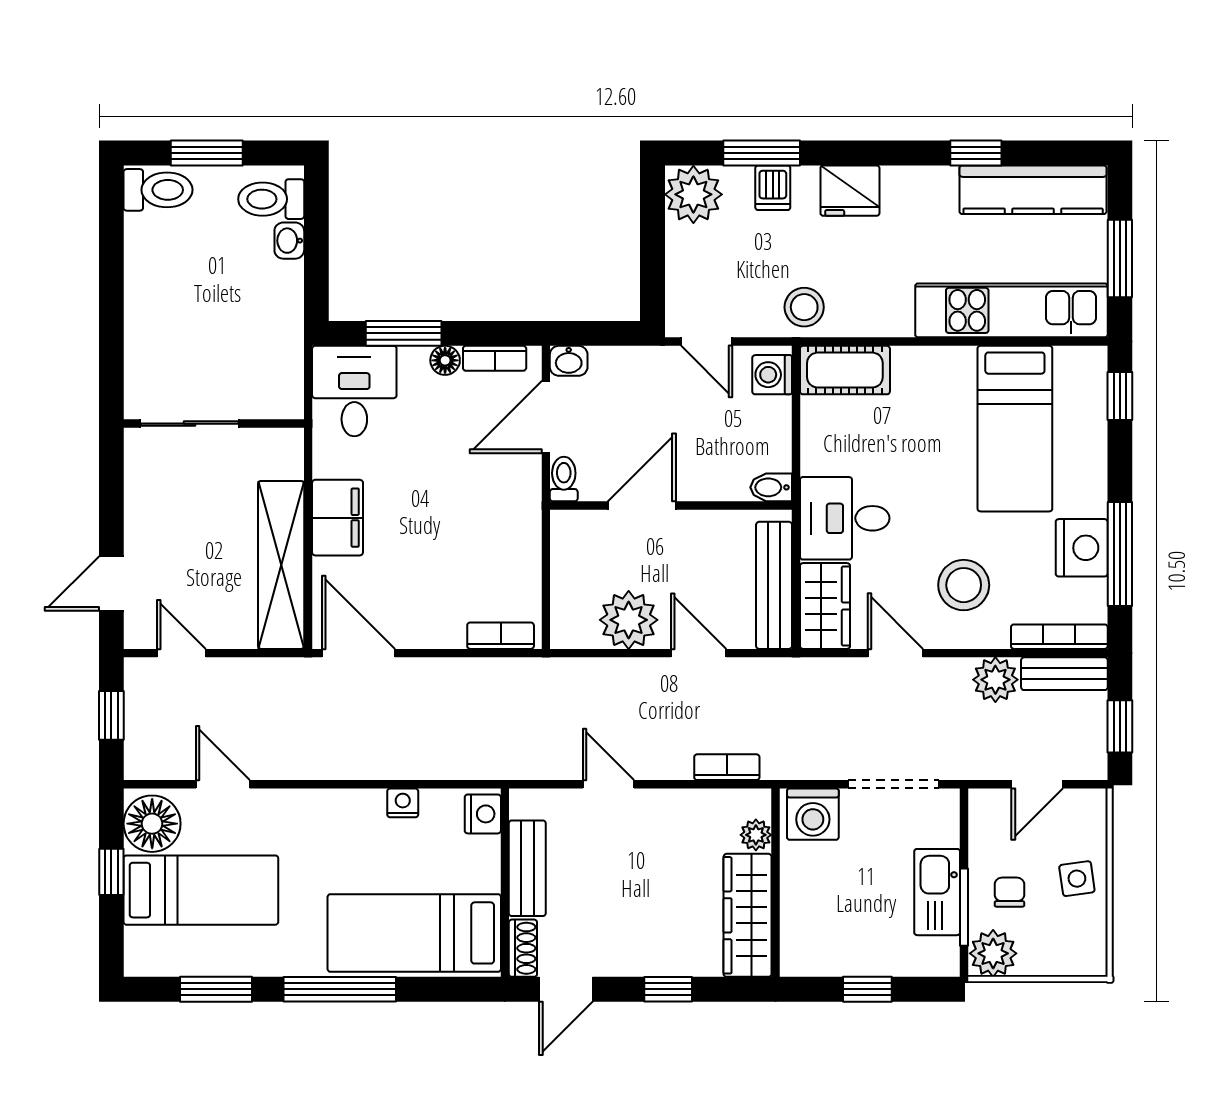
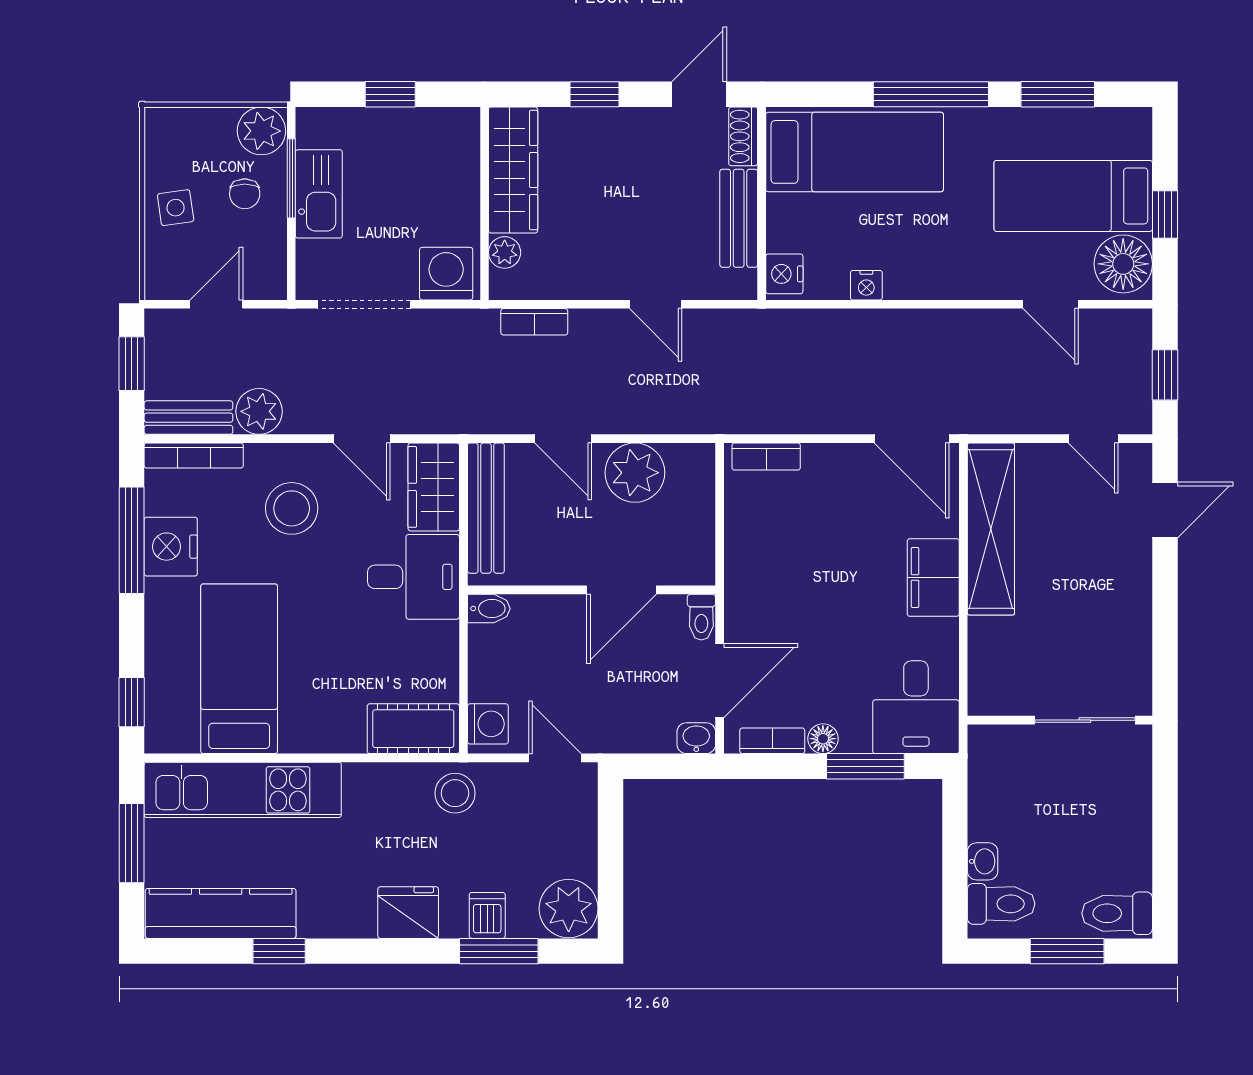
sliding door: (189, 424) -> (1085, 720), moved
wall: (214, 424) -> (1060, 720), moved

